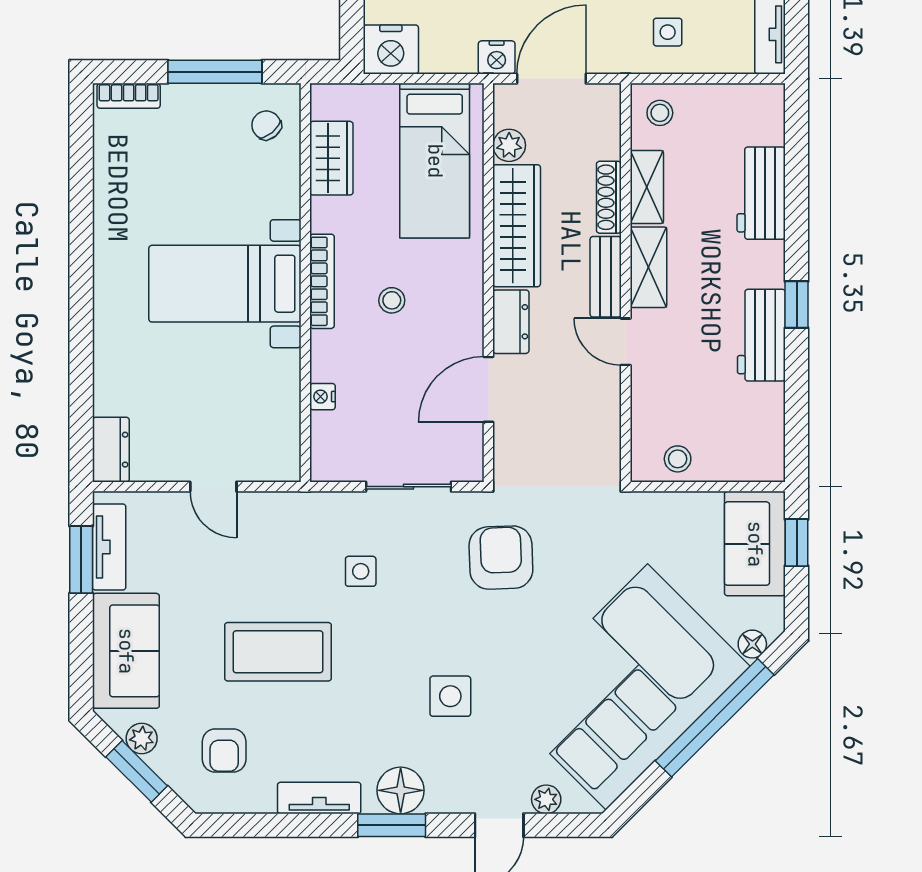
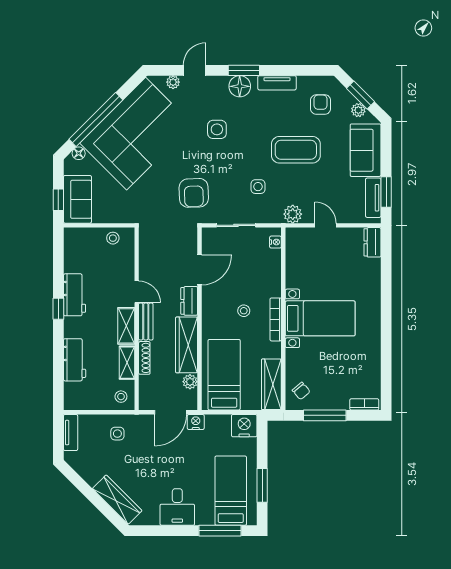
wardrobe: (331, 158) -> (271, 384), width x1.50
nightstand: (322, 397) -> (275, 242), moved
plant: (285, 511) -> (293, 214), added

